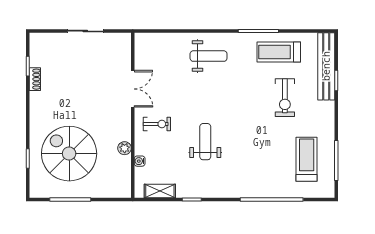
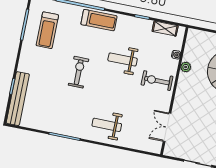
treadmill: (279, 52) -> (99, 20), moved
double door: (133, 89) -> (167, 127), moved
exercise bike: (285, 98) -> (79, 72), moved
exercise bike: (157, 124) -> (157, 81), width x1.38, depth x1.39
weight bench: (205, 142) -> (123, 60), turned 90

